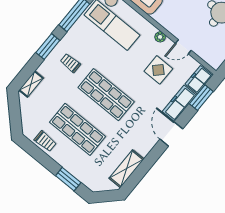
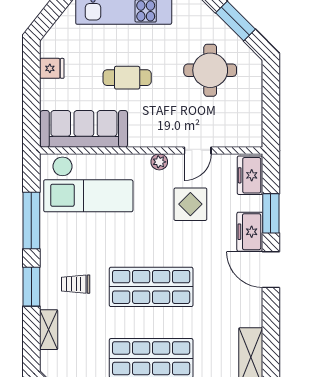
shelving: (31, 84) -> (49, 330), moved
window: (201, 98) -> (271, 213), moved
freezer: (179, 103) -> (250, 232), width x0.71

